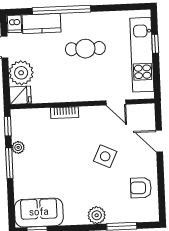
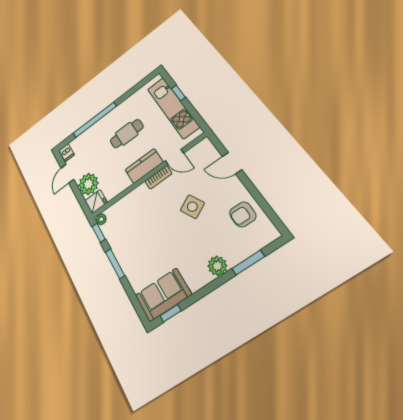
kitchen counter: (42, 24) -> (144, 166), moved, turned 180
bookcase: (65, 113) -> (158, 177), moved
plant: (18, 147) -> (101, 219), moved
side table: (105, 156) -> (192, 207), turned 37

